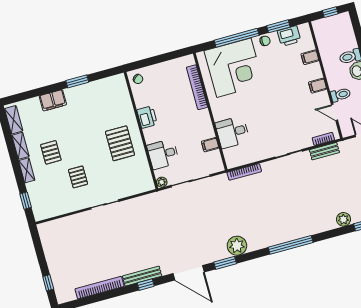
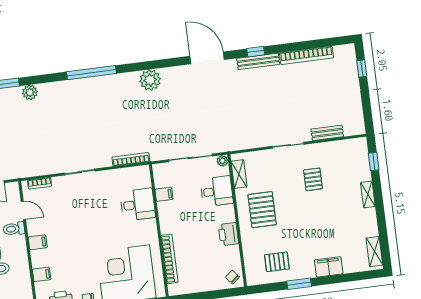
shelving: (20, 146) -> (239, 174), moved
bench: (324, 151) -> (327, 133), moved
pallet: (51, 152) -> (277, 262), moved, turned 90
window: (225, 263) -> (166, 63), removed

